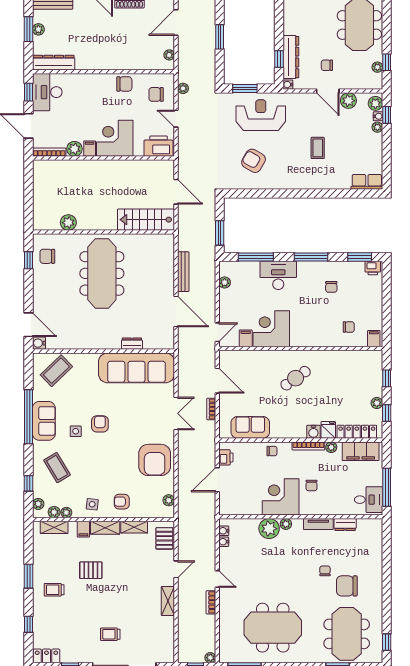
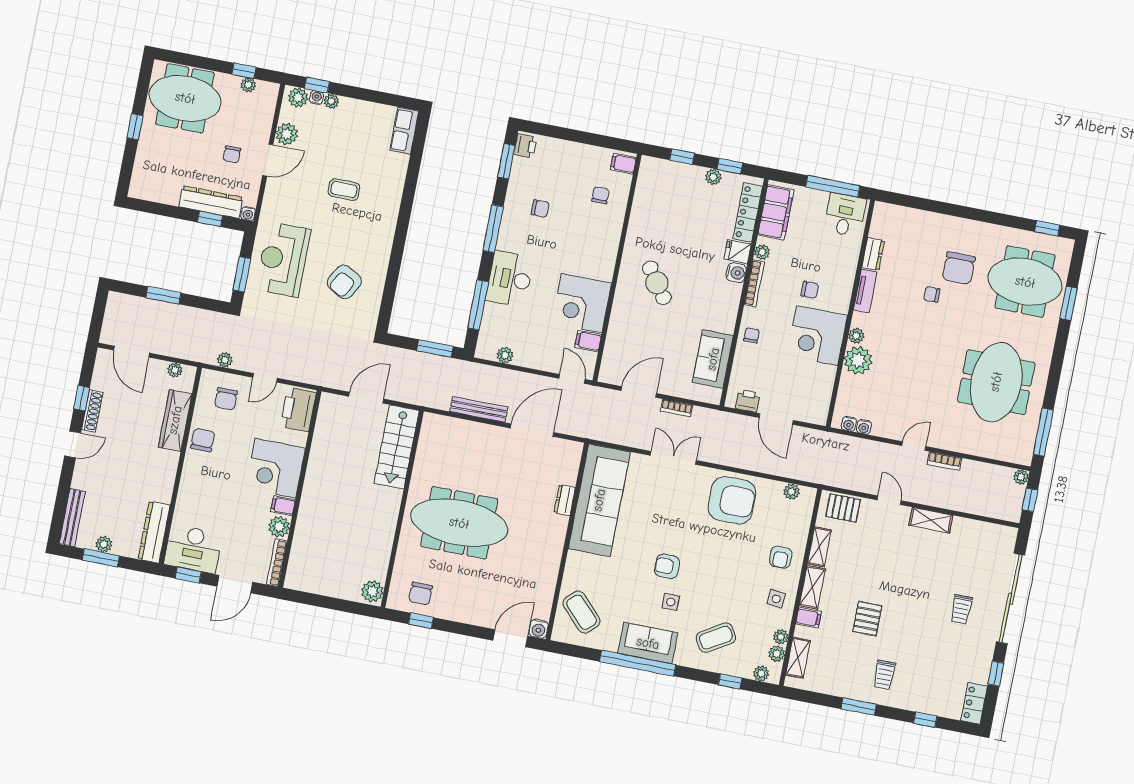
wardrobe: (134, 62) -> (175, 420), added
plant: (68, 223) -> (372, 591), moved

